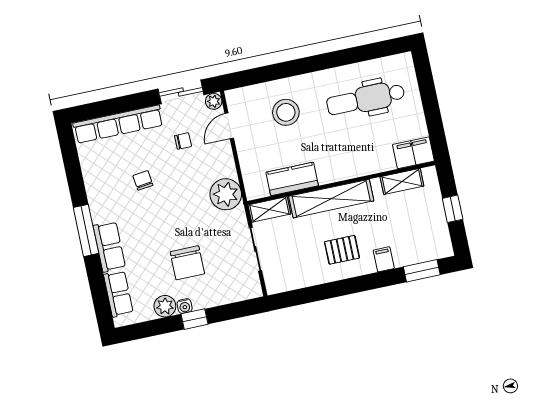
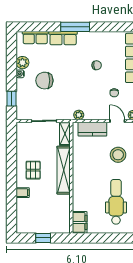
kitchen counter: (292, 179) -> (92, 129), moved, turned 90
shelving: (402, 181) -> (65, 212), removed
plant: (226, 194) -> (79, 115), width x0.53, depth x0.53
window: (422, 271) -> (12, 213), removed
window: (194, 319) -> (12, 99), moved

